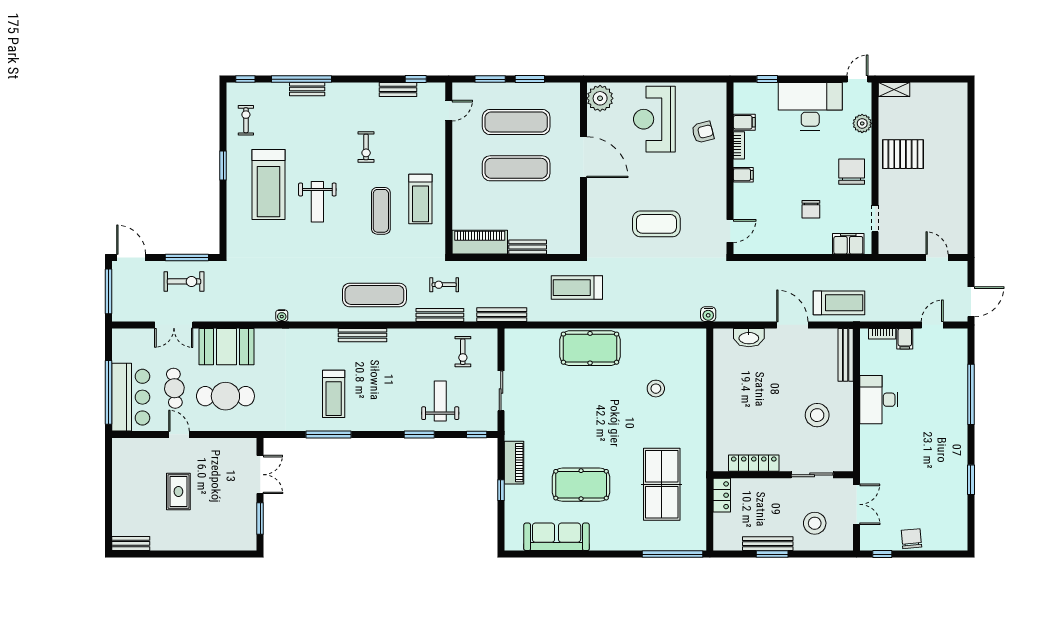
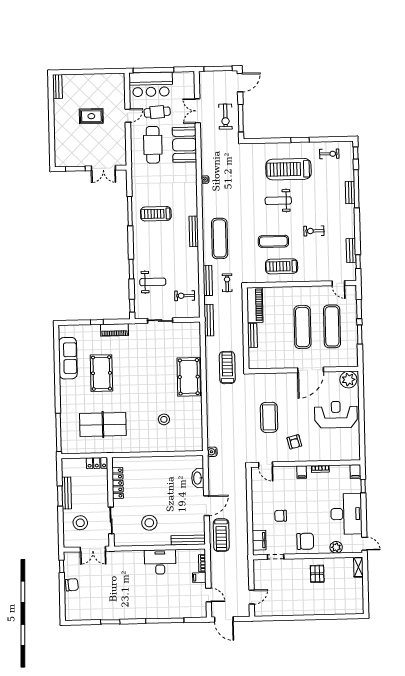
filing cabinet: (744, 122) -> (355, 472), moved
armchair: (703, 132) -> (294, 442), moved
pallet: (903, 154) -> (317, 574), width x0.67, depth x0.71

